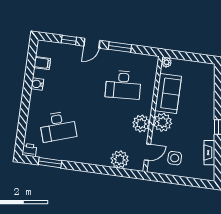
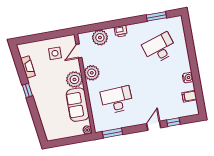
window: (120, 47) -> (112, 133), moved
printer: (29, 150) -> (121, 31), moved

